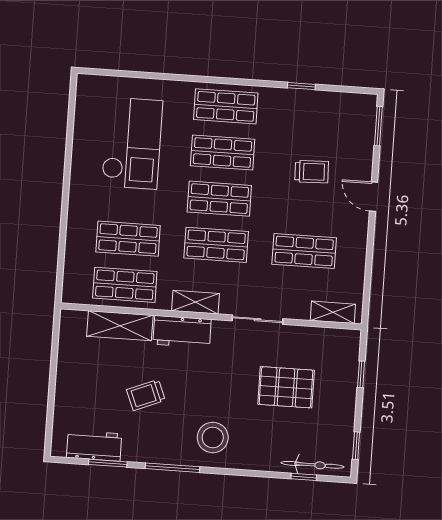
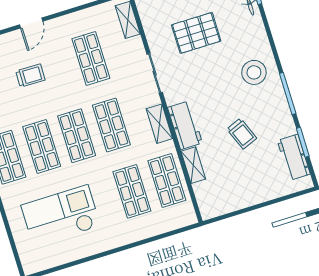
trolley: (312, 172) -> (30, 76), turned 93
shelving: (120, 326) -> (193, 165), width x0.67, depth x0.75
pallet: (286, 387) -> (196, 33), turned 90

